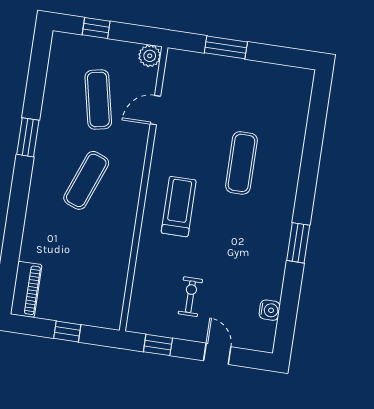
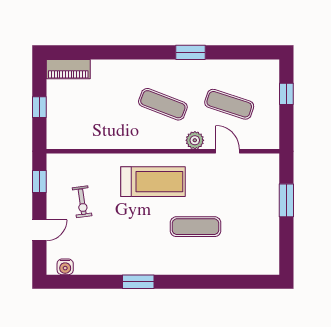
plant: (150, 56) -> (195, 140), moved
exercise mat: (98, 99) -> (229, 104), turned 30
treadmill: (179, 207) -> (153, 182), width x1.37, depth x1.37
exercise bike: (190, 297) -> (82, 202), turned 82
water cooler: (270, 310) -> (65, 267), moved

